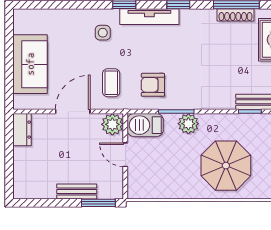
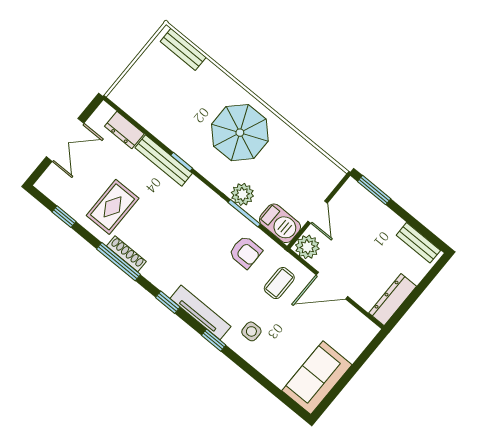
sofa: (30, 64) -> (317, 378), moved
dresser: (22, 130) -> (393, 300), width x1.44
bench: (77, 191) -> (418, 243), moved

